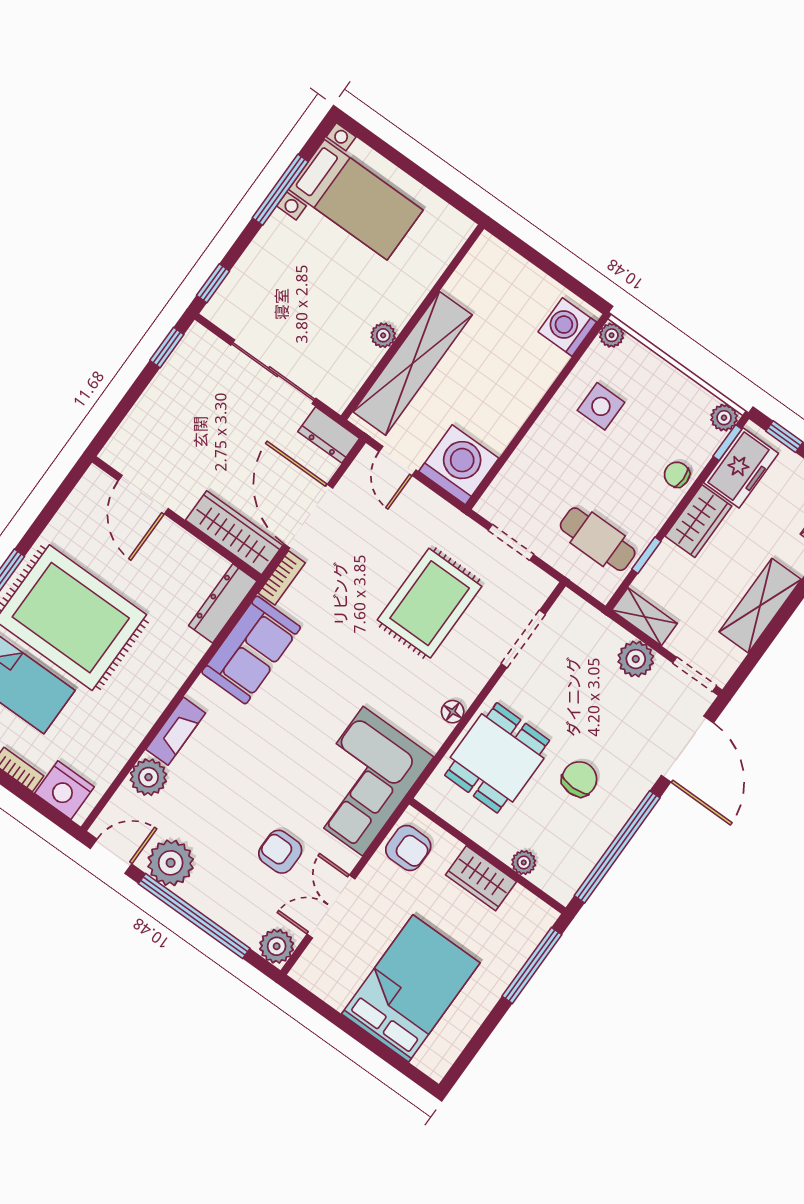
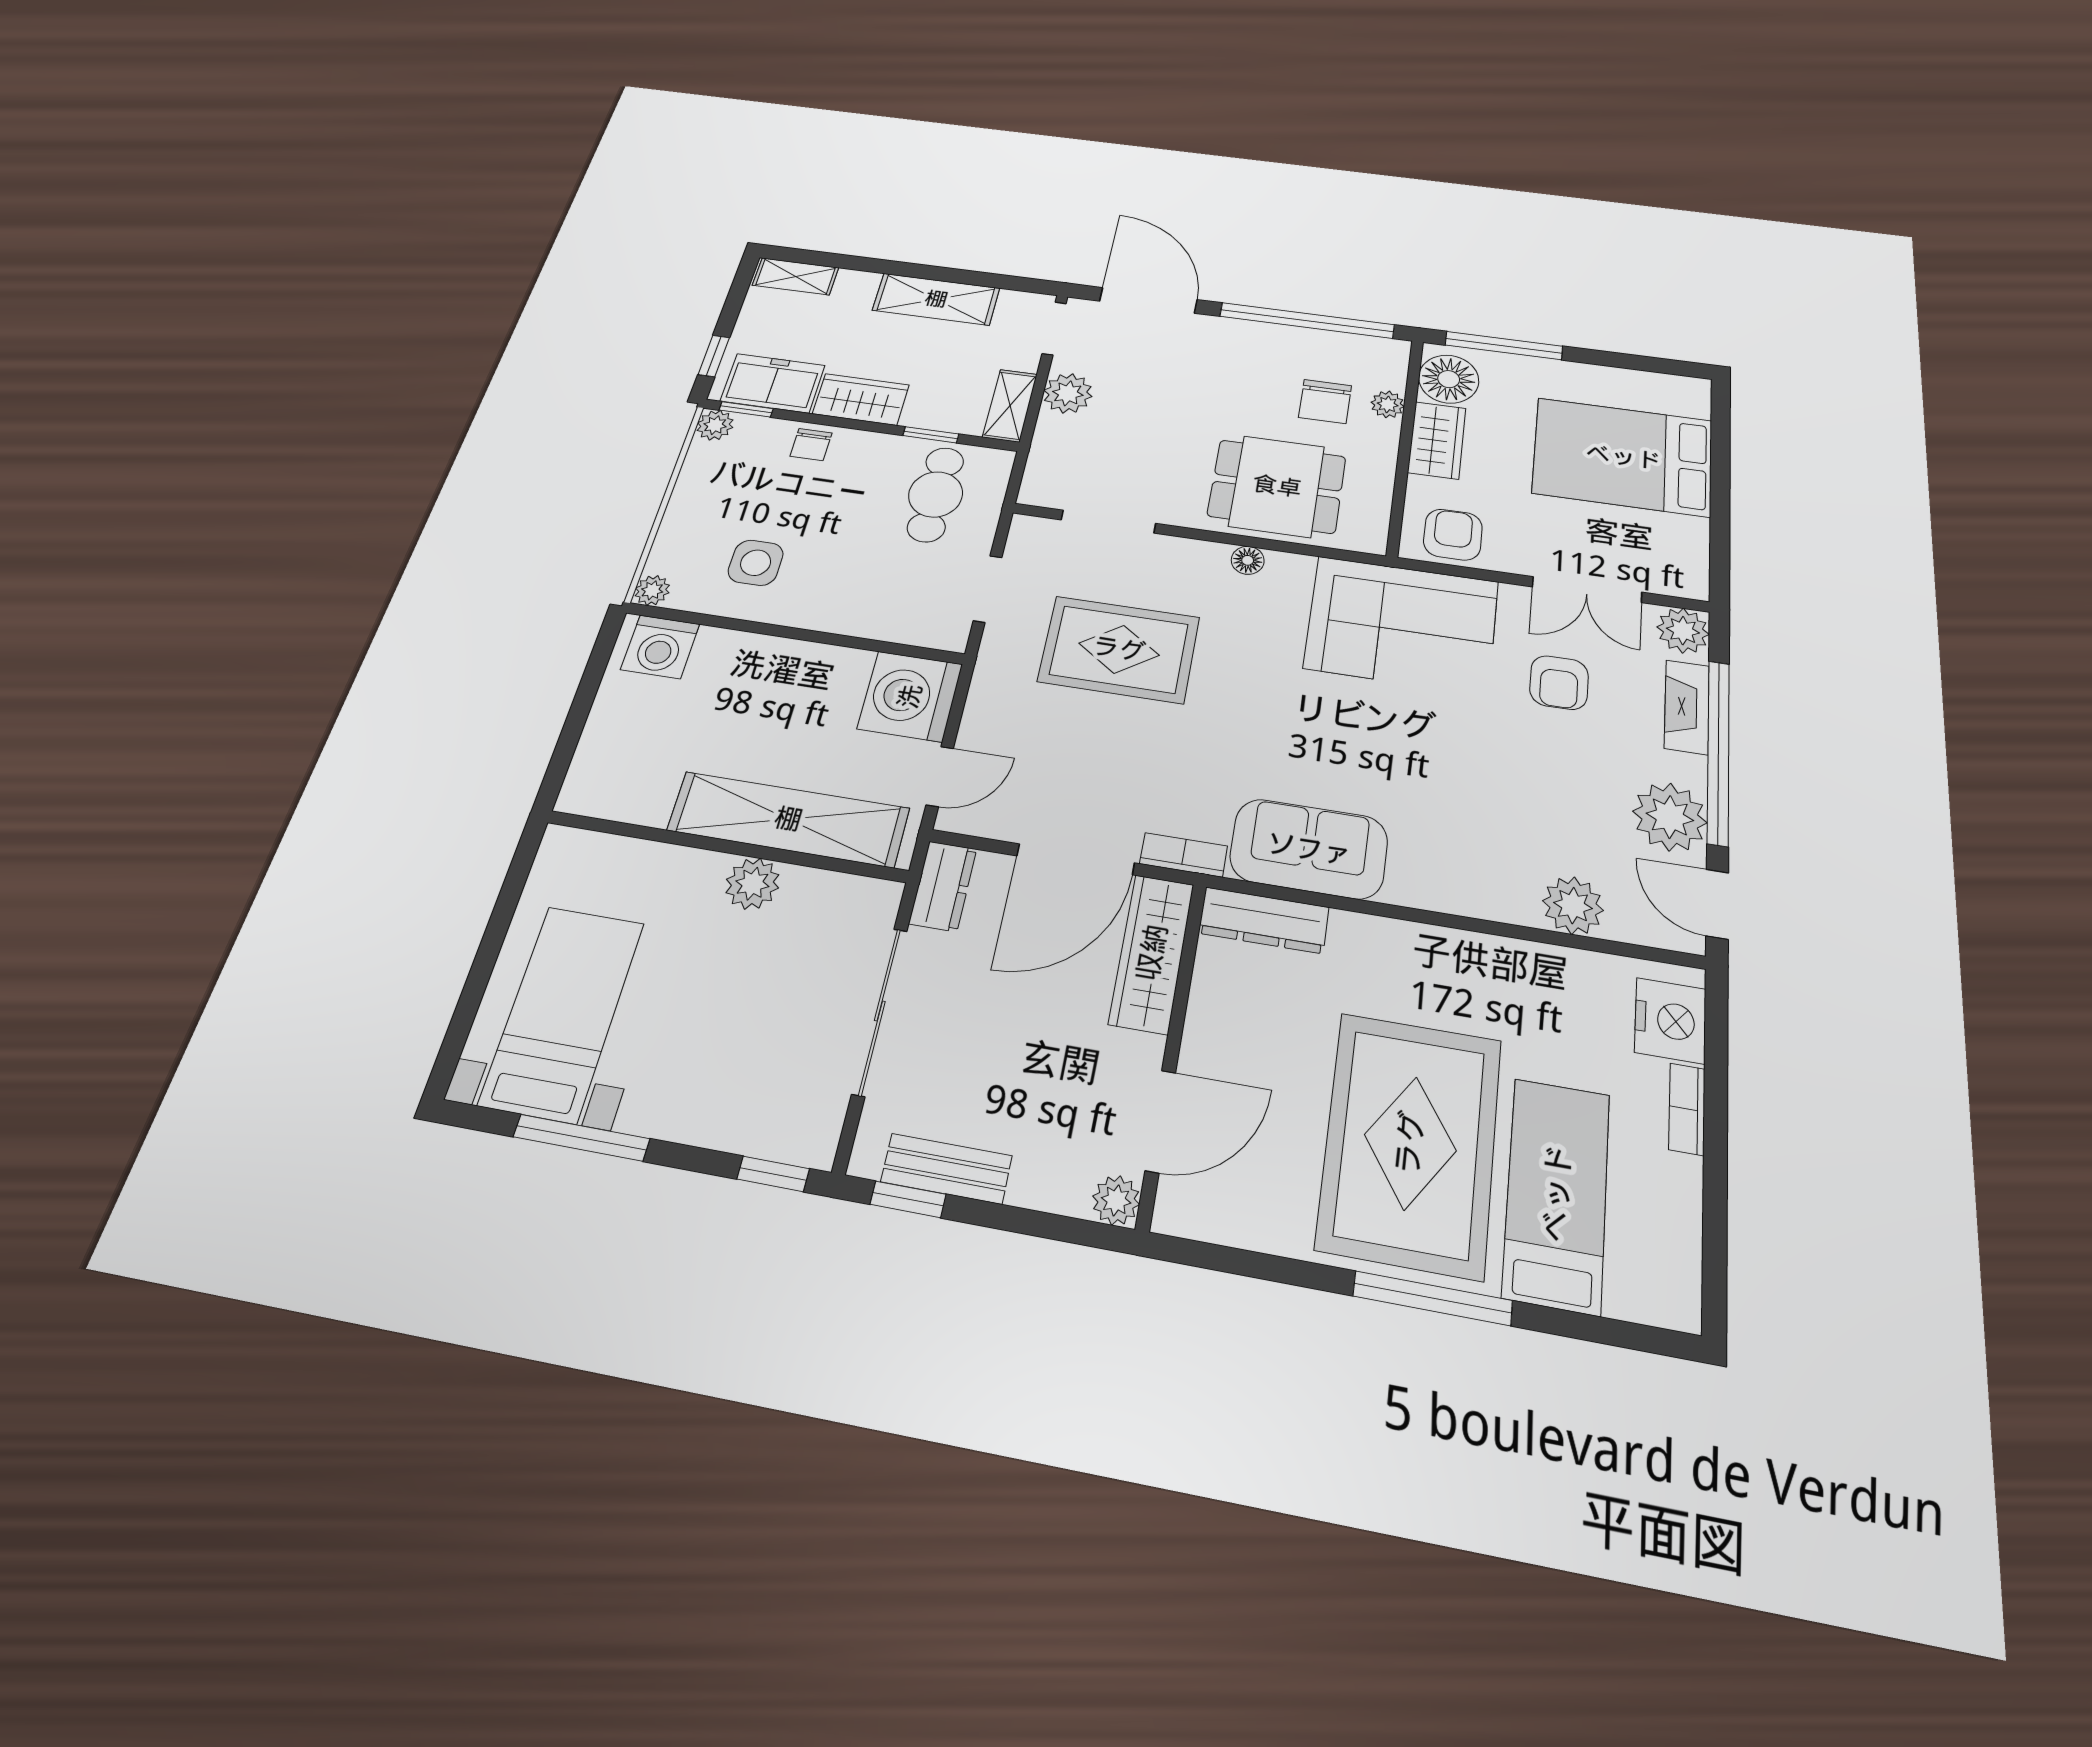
plant: (383, 335) -> (752, 884), width x1.38, depth x1.38
bench: (173, 373) -> (946, 1169), added
plant: (115, 453) -> (1116, 1200), added
fireplace: (176, 731) -> (1687, 707), moved, turned -90
door: (687, 749) -> (1148, 300), hinge flipped
chair: (579, 779) -> (1325, 402), moved, turned -90
floor lamp: (524, 913) -> (1449, 379), added

